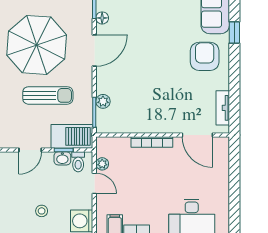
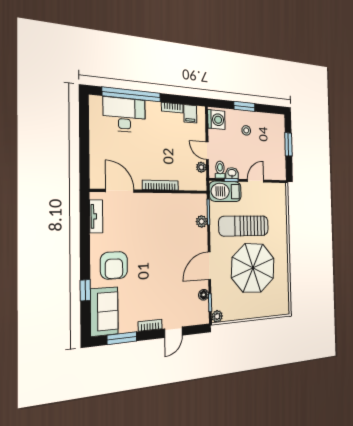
sun lounger: (48, 95) -> (244, 226), width x1.36, depth x1.34

